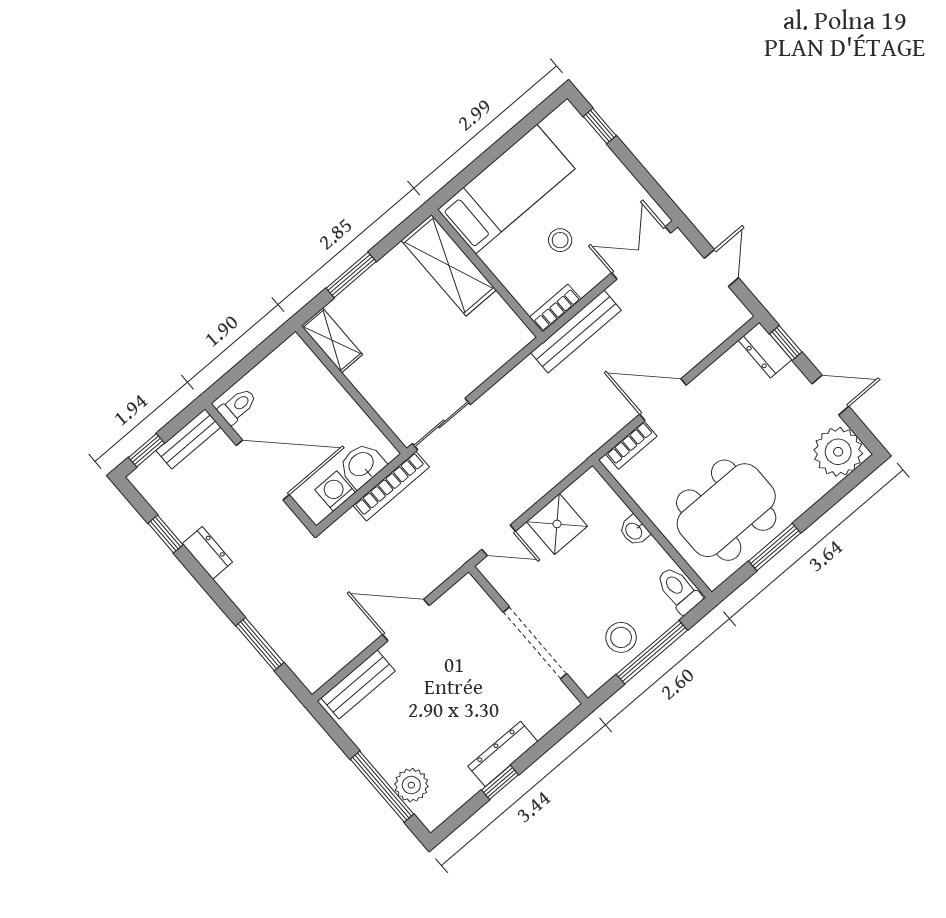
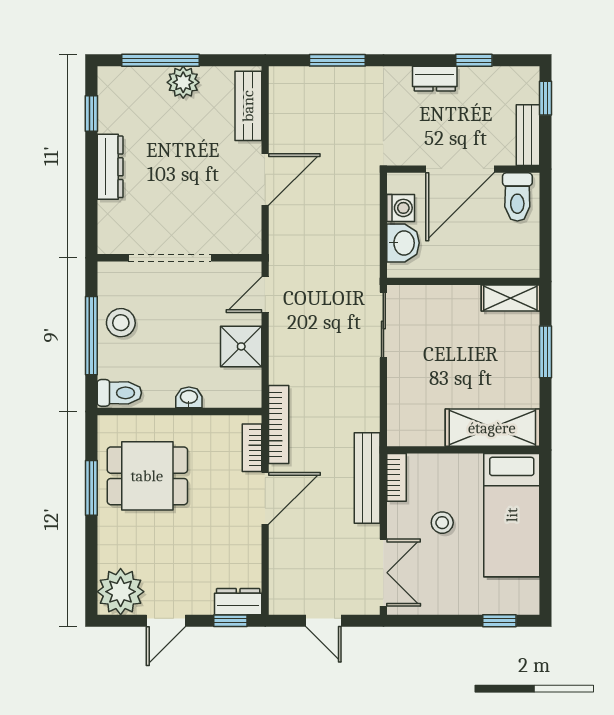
toilet: (237, 406) -> (517, 197), width x1.37, depth x1.39
bookcase: (391, 486) -> (279, 424), moved, turned 180
dining table: (726, 510) -> (147, 476), width x0.73
window: (500, 782) -> (91, 113), moved
plant: (411, 785) -> (183, 82), moved

